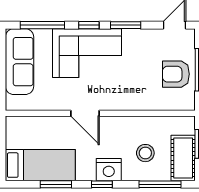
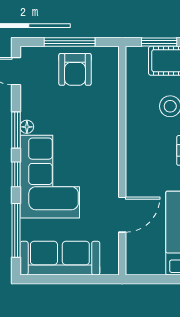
floor lamp: (128, 34) -> (27, 127), added
door: (85, 113) -> (122, 215), moved

